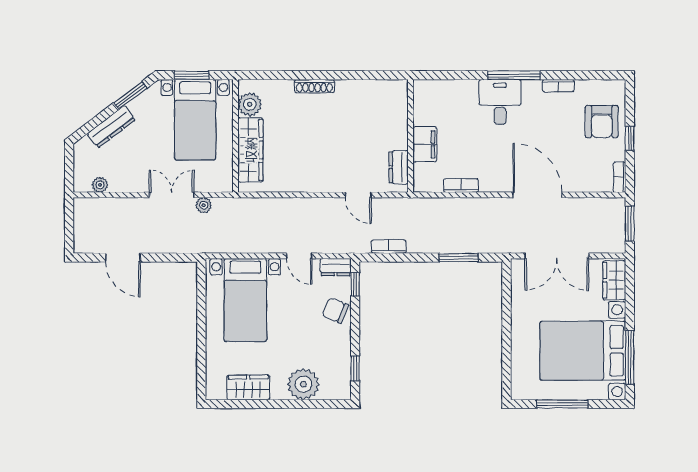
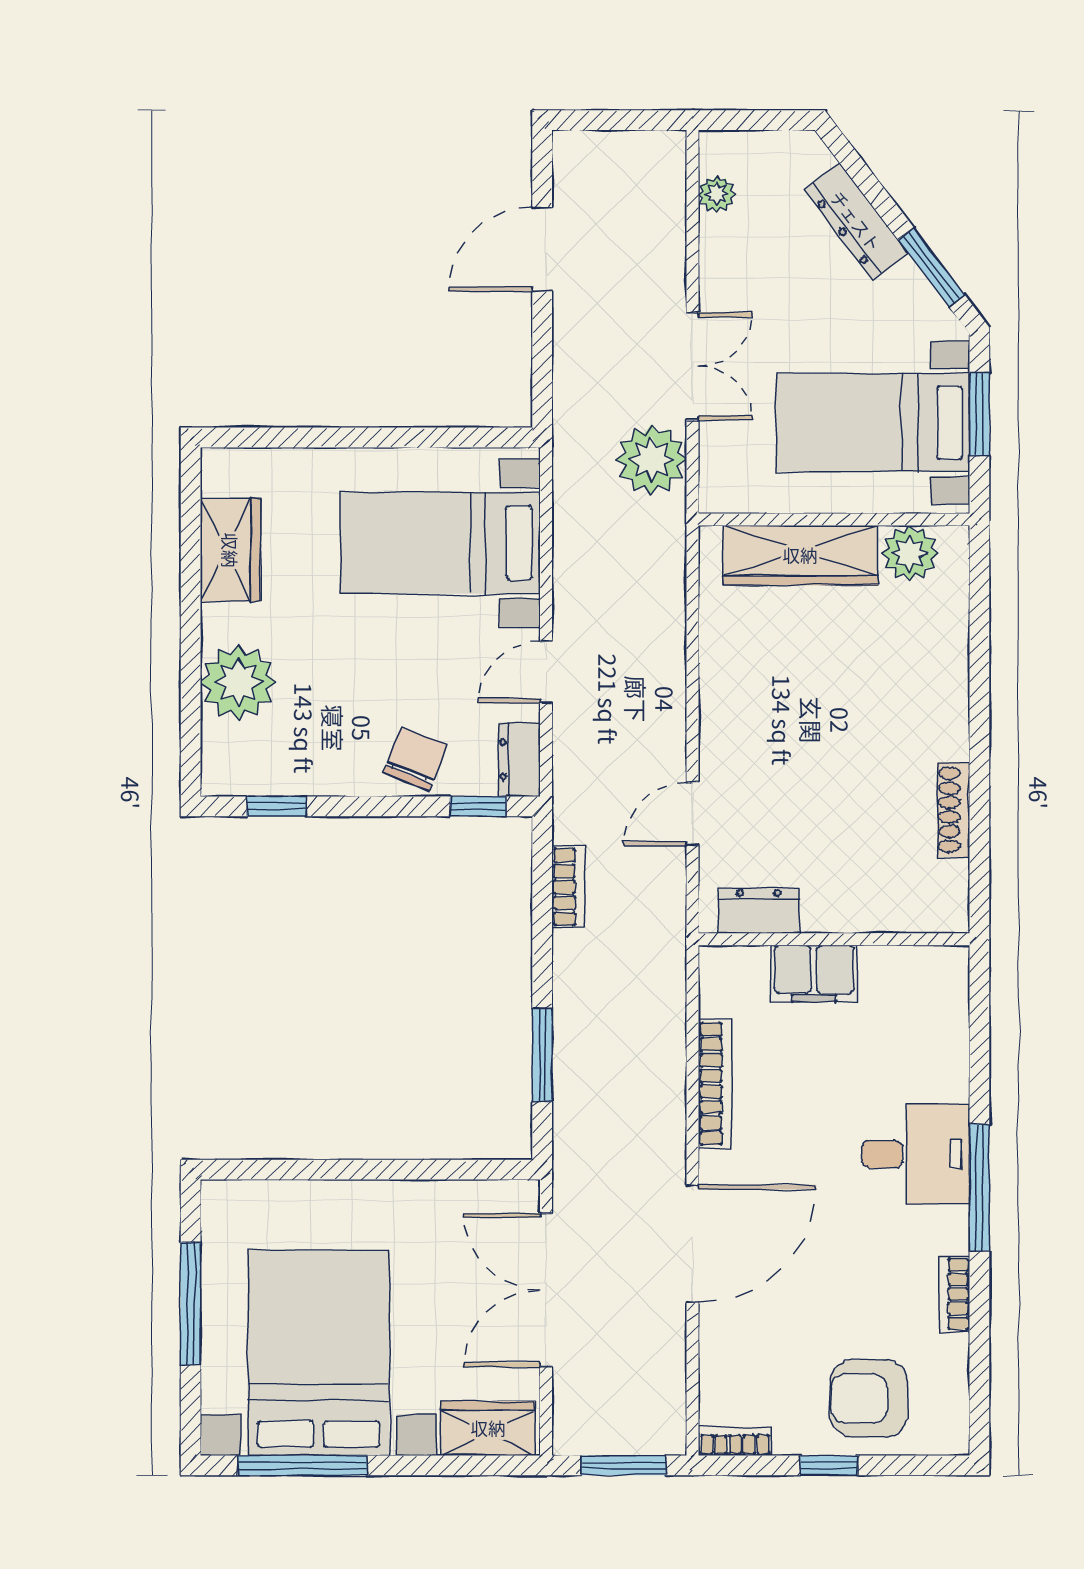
shoe rack: (314, 86) -> (954, 810), moved
bookcase: (461, 186) -> (715, 1084), width x1.56
plant: (204, 205) -> (651, 459), width x1.87, depth x1.87

